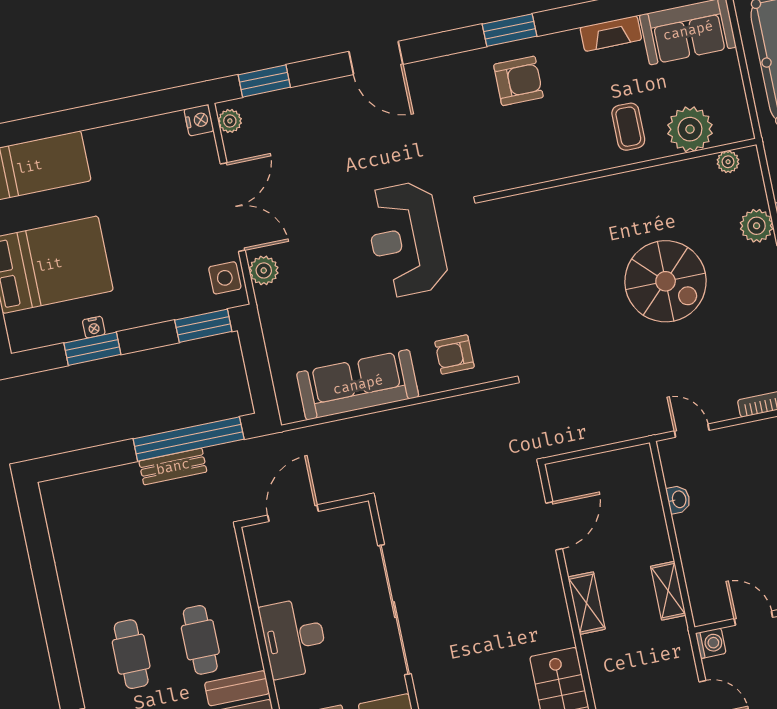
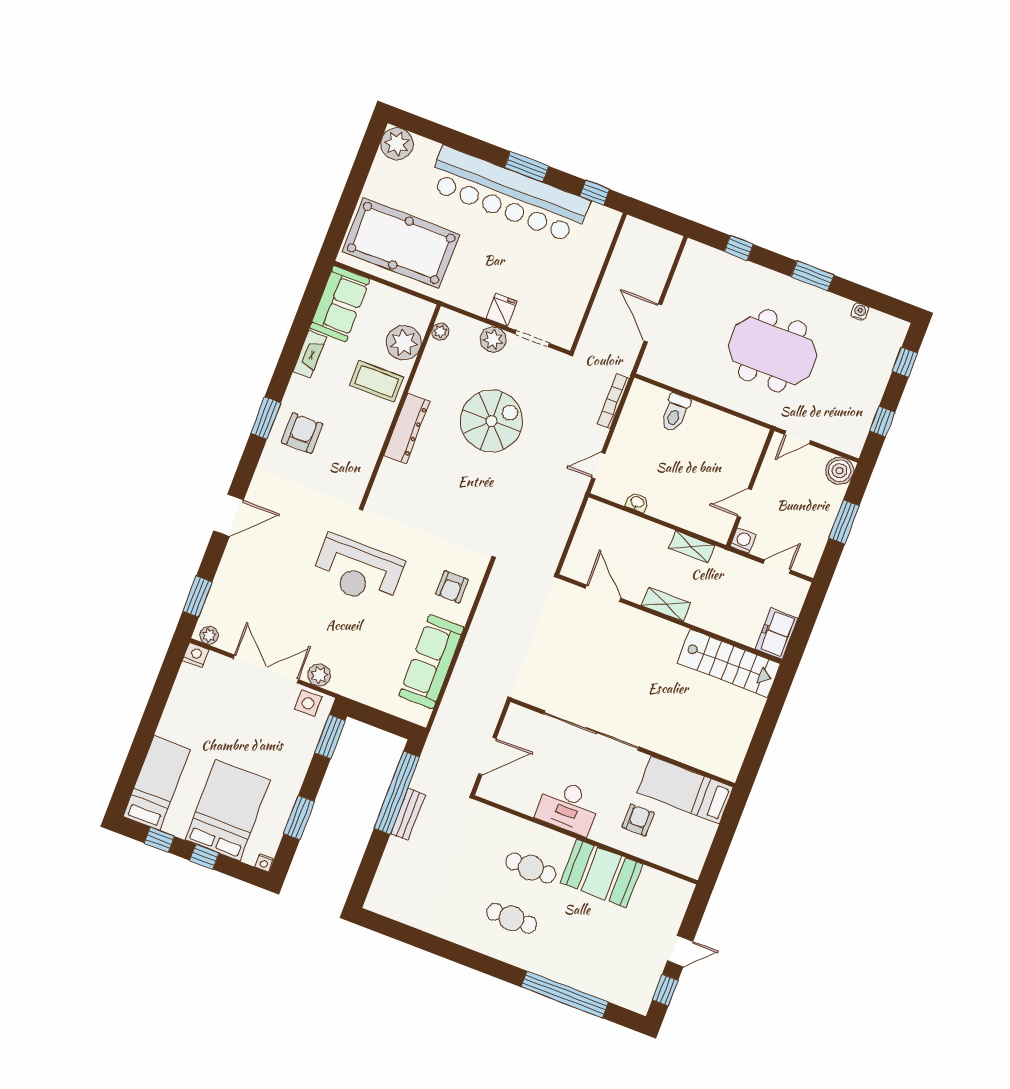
coffee table: (628, 127) -> (377, 381), width x1.36, depth x1.30
dresser: (598, 193) -> (407, 428), added
nightstand: (94, 327) -> (264, 863), moved, turned 90
door: (293, 513) -> (487, 756), swing flipped

